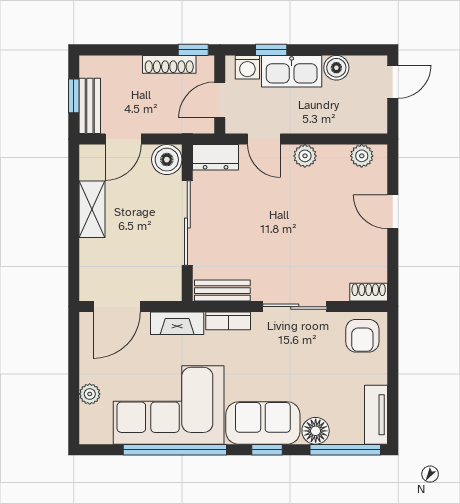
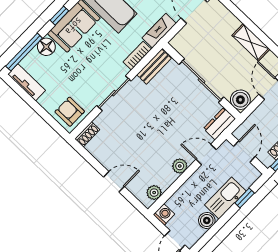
washing machine: (247, 67) -> (164, 214), moved, turned 90

